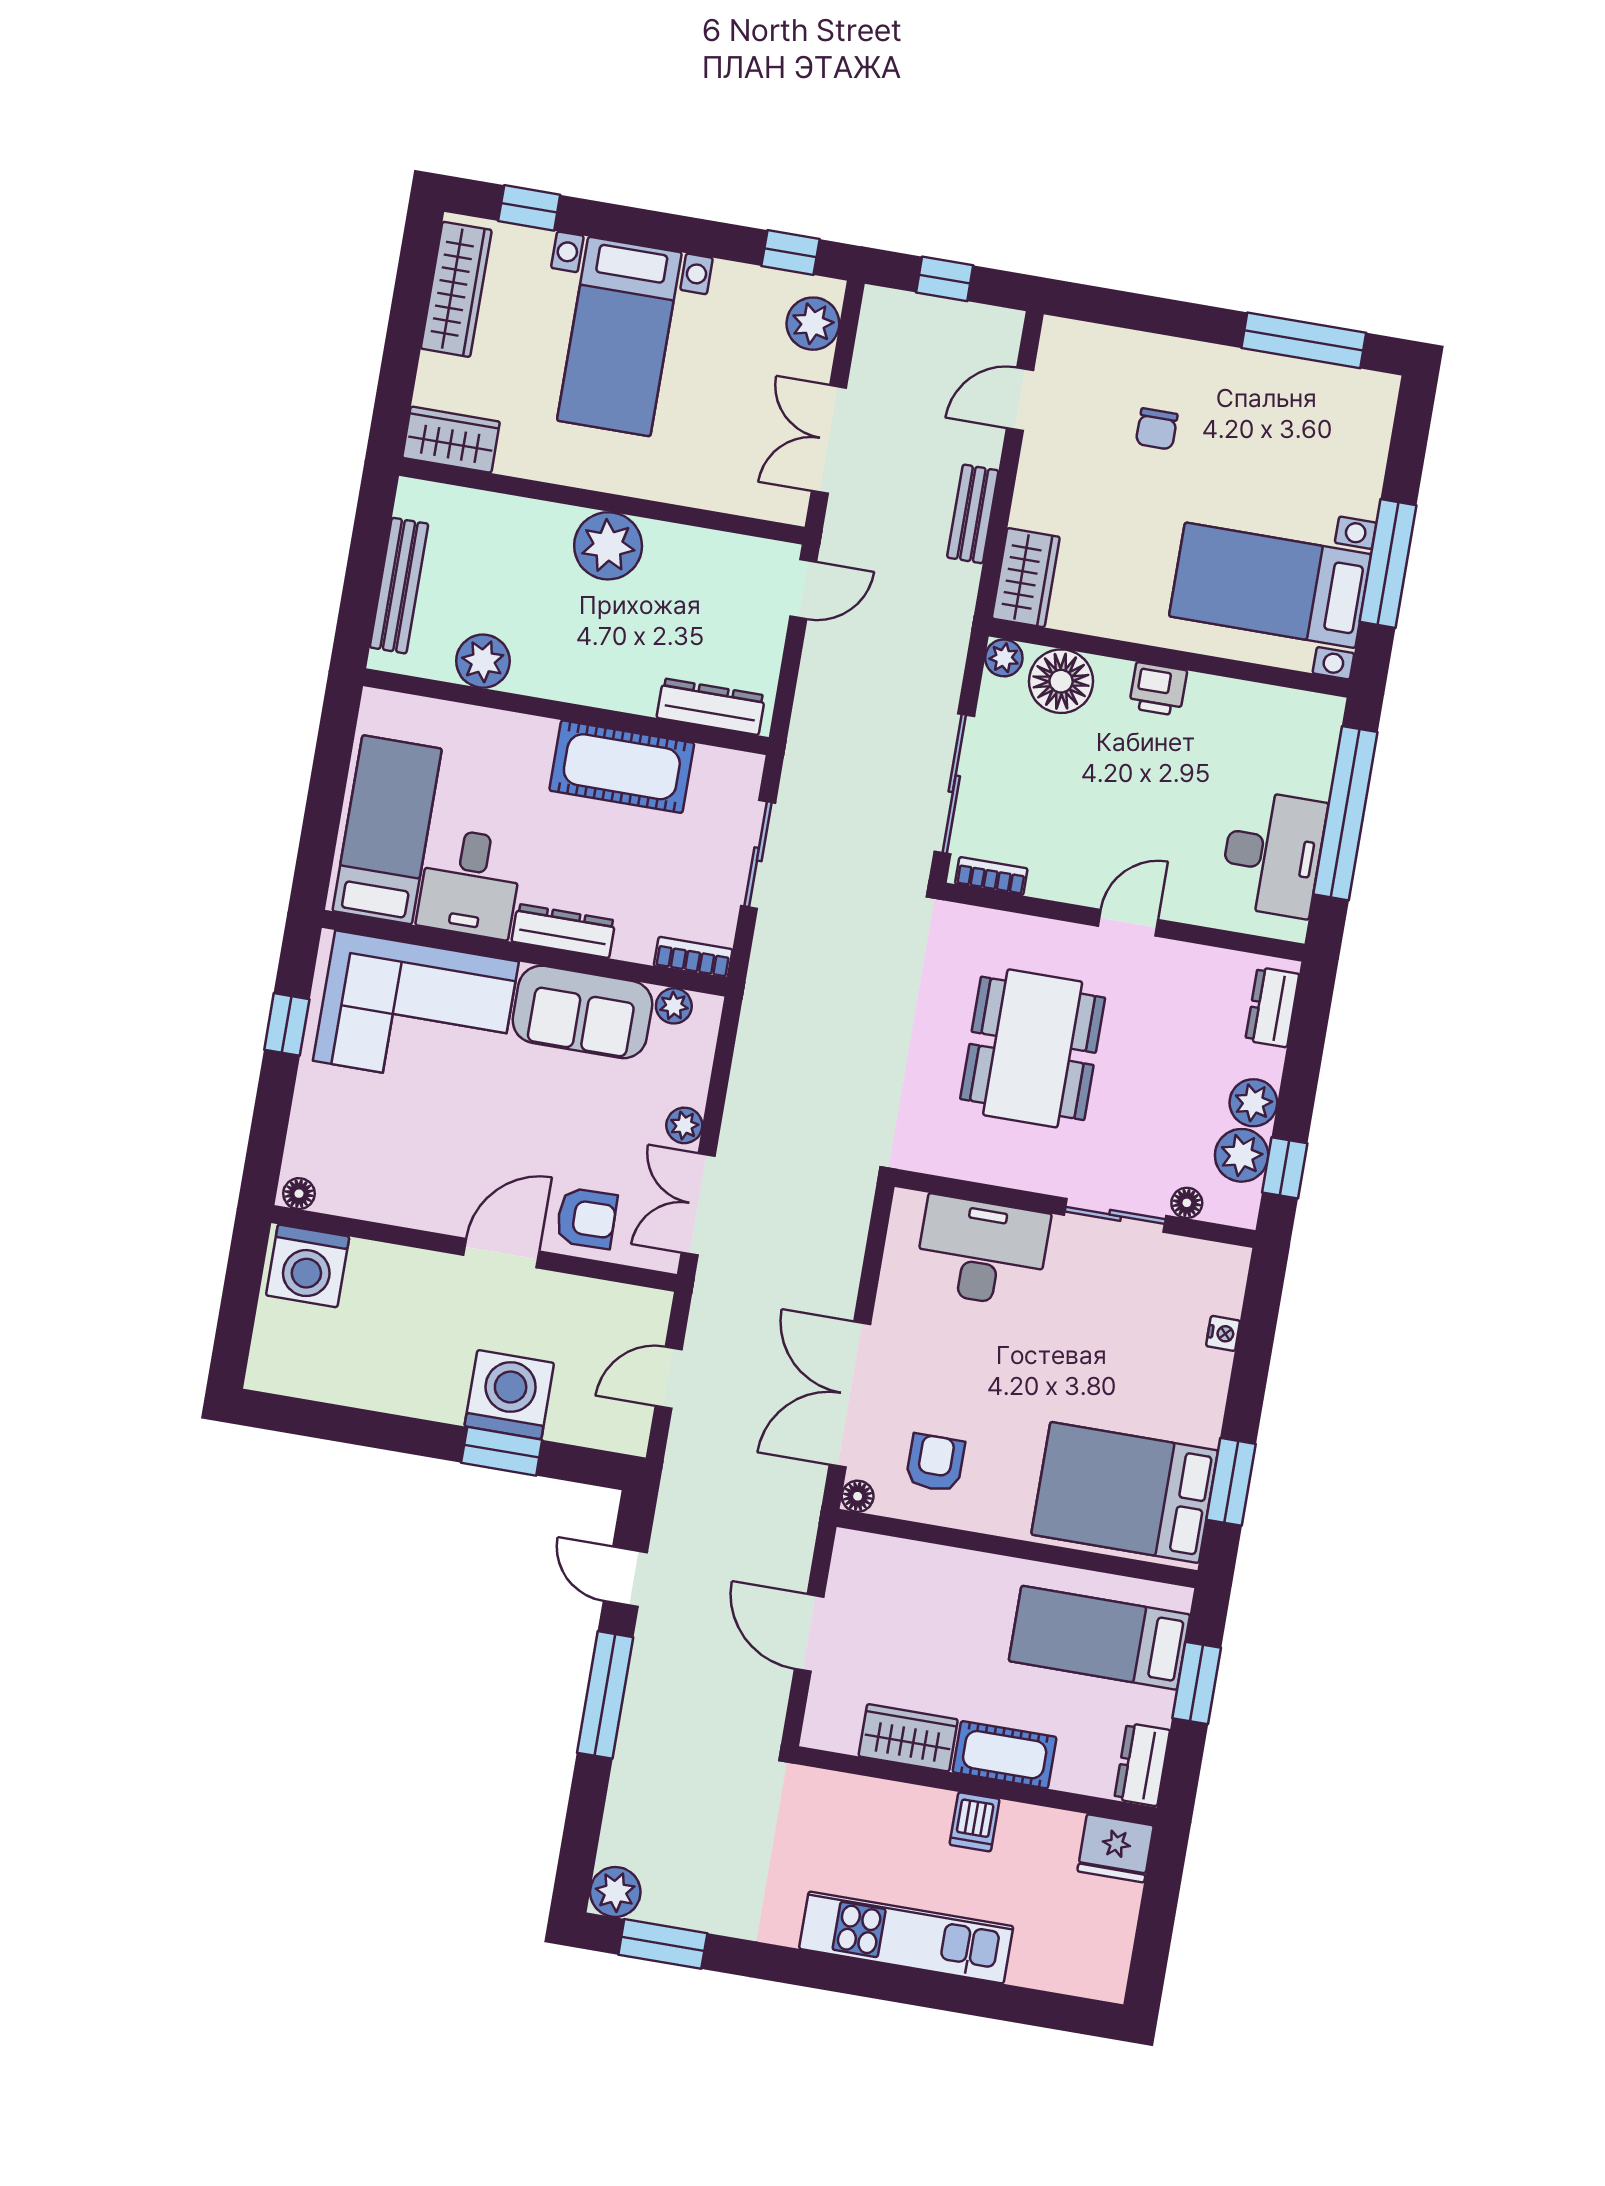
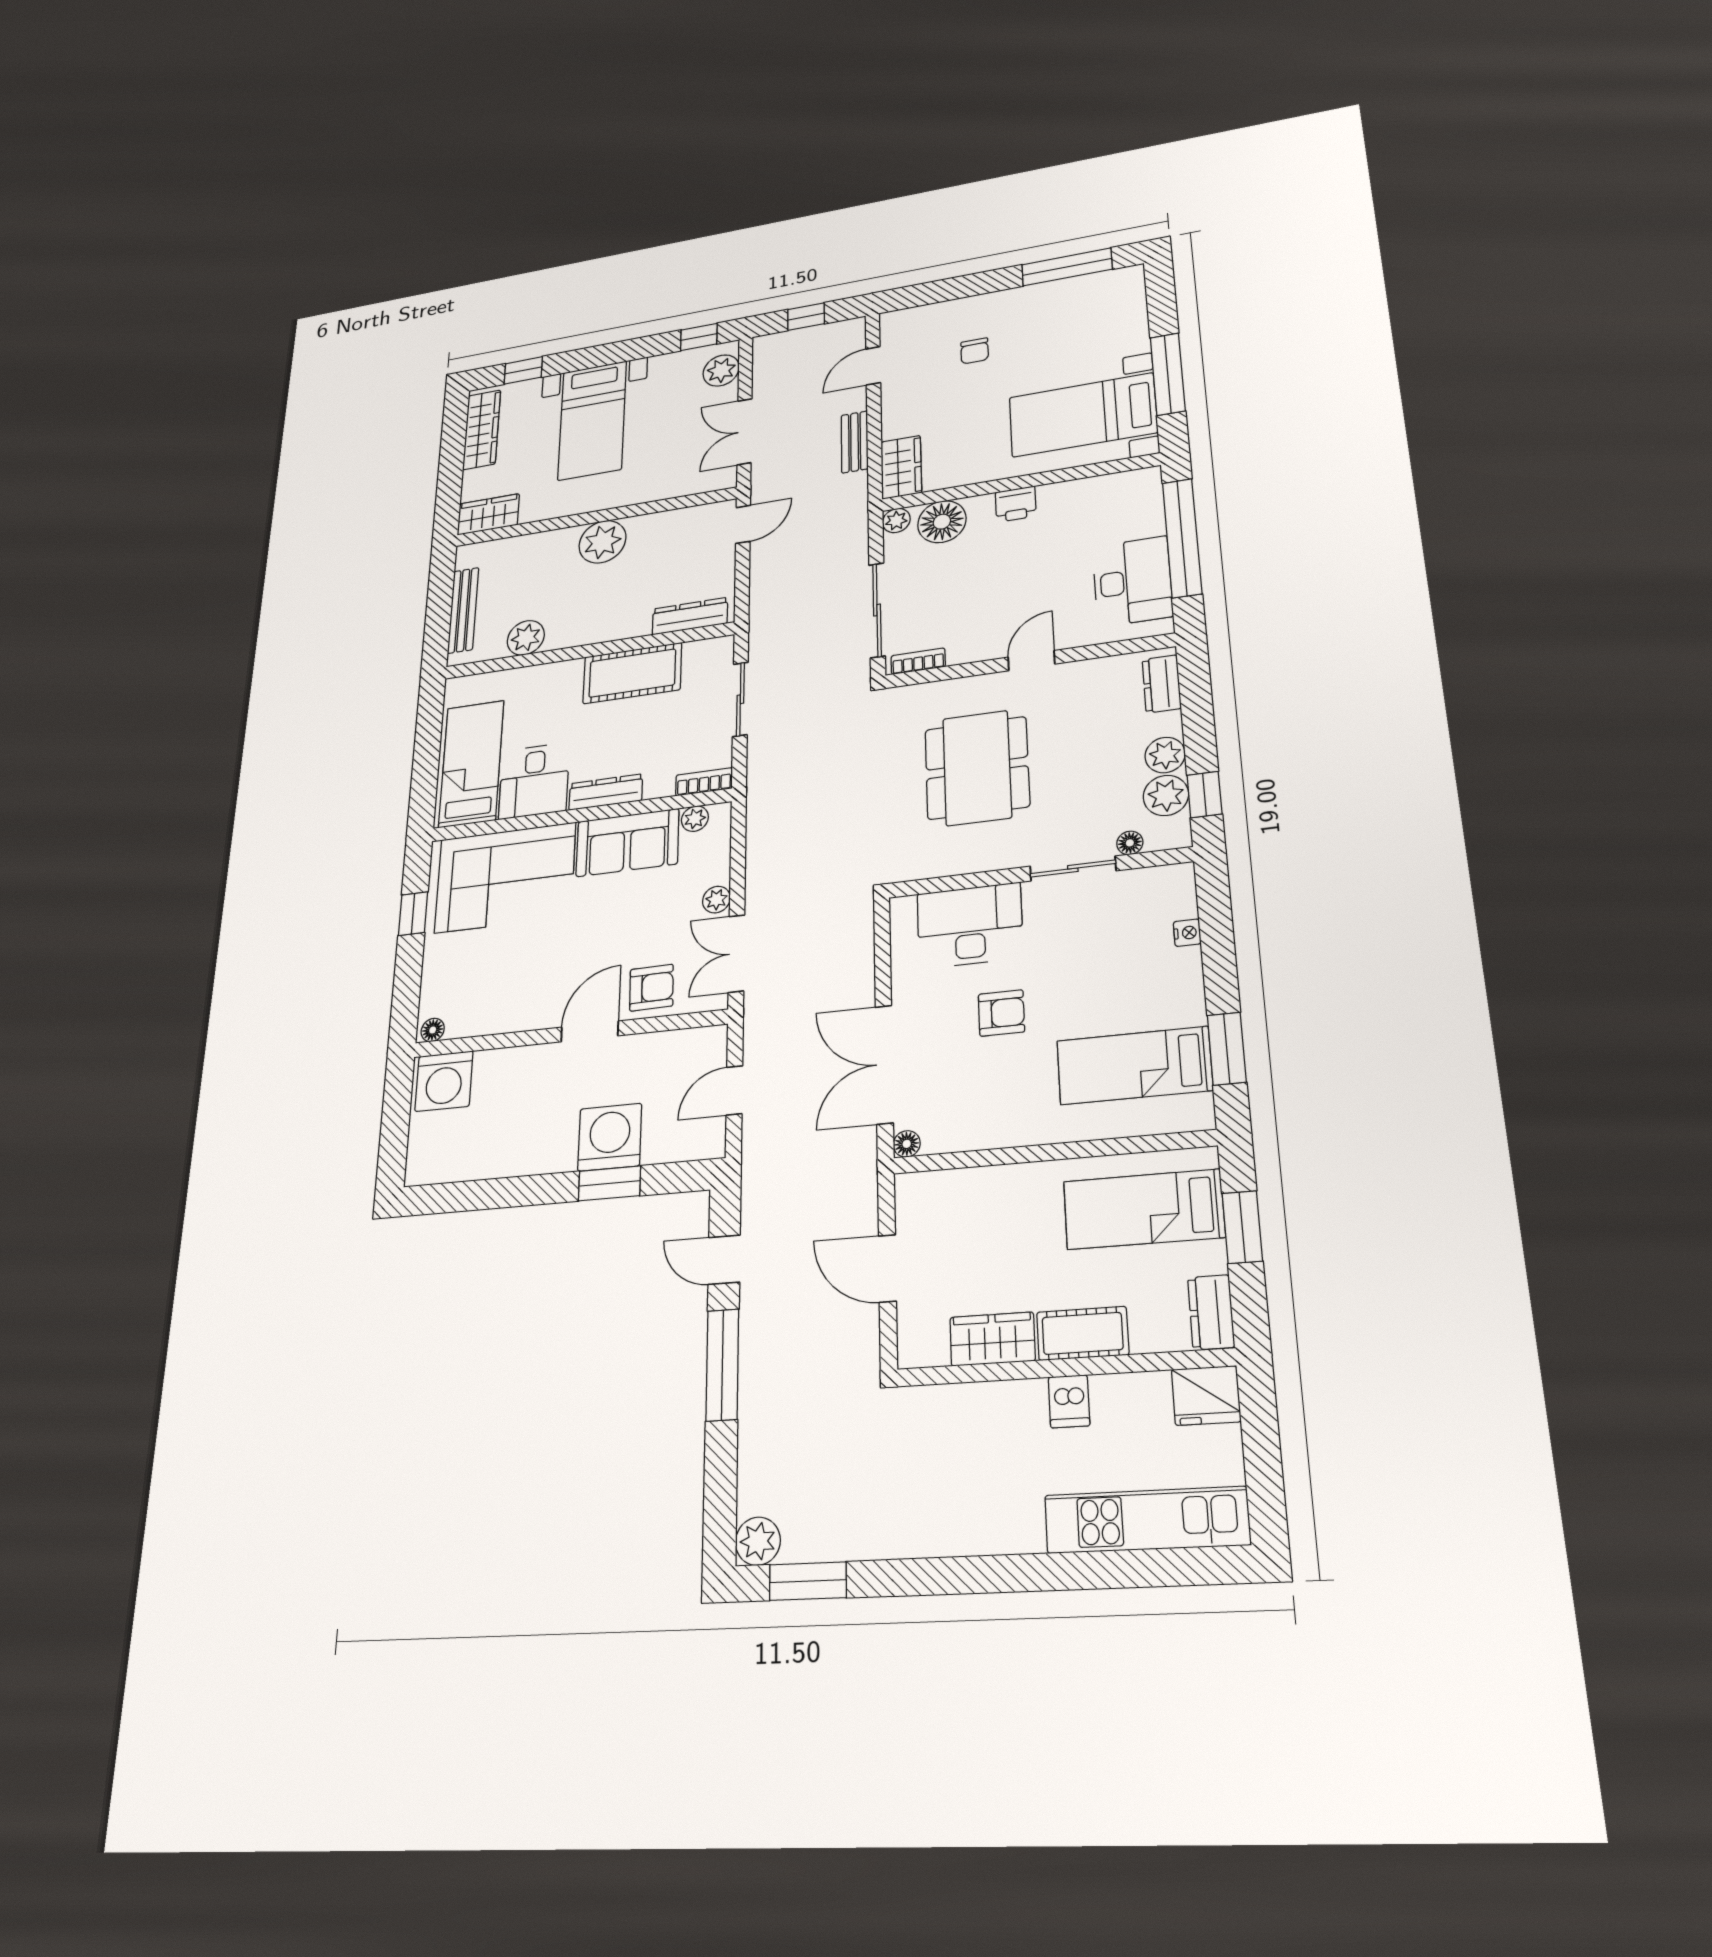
armchair: (935, 1463) -> (1001, 1013), moved, turned 90
bed: (1125, 1492) -> (1134, 1065), width x0.67
kitchen unit: (906, 1937) -> (1147, 1520), moved

